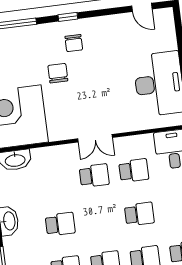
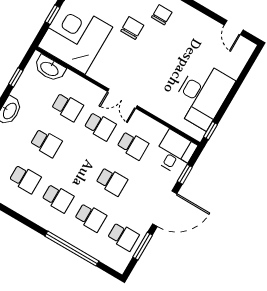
chair: (74, 43) -> (162, 15), turned 180
school desk: (55, 181) -> (67, 107), added

